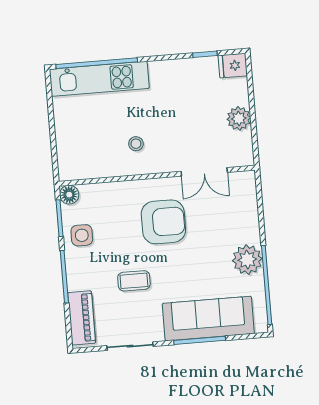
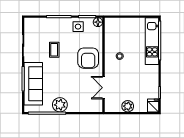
armchair: (163, 222) -> (88, 58), moved
piano: (82, 318) -> (39, 23), removed

